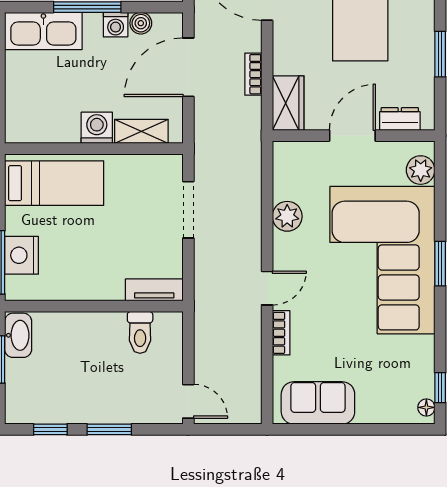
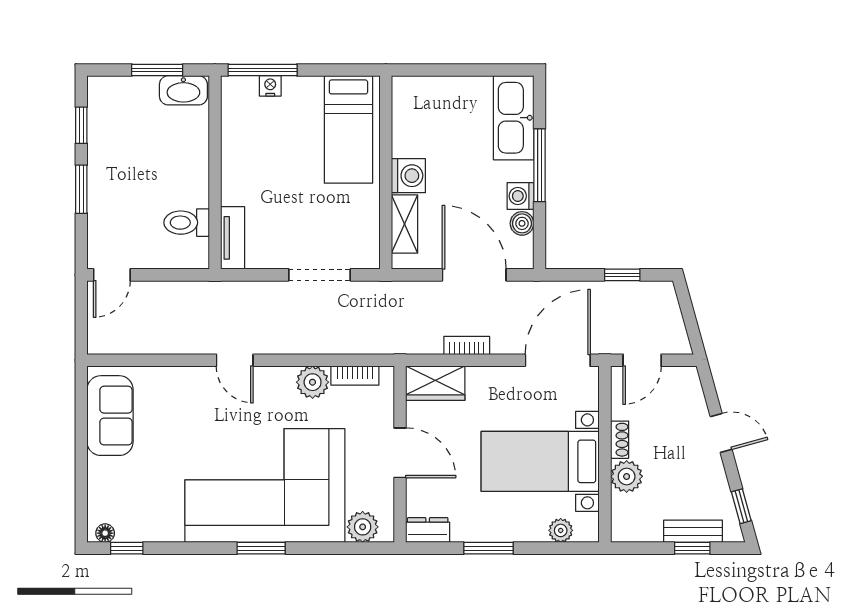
dresser: (400, 119) -> (428, 530), moved, turned -90
nightstand: (22, 255) -> (270, 86), width x0.53, depth x0.56
bookcase: (281, 333) -> (355, 376), moved

